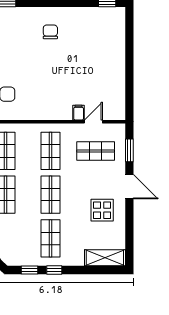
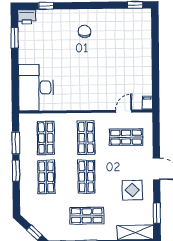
filing cabinet: (79, 113) -> (147, 103), moved
window: (129, 150) -> (157, 213), moved
shop shelf: (51, 238) -> (87, 216), turned 90

